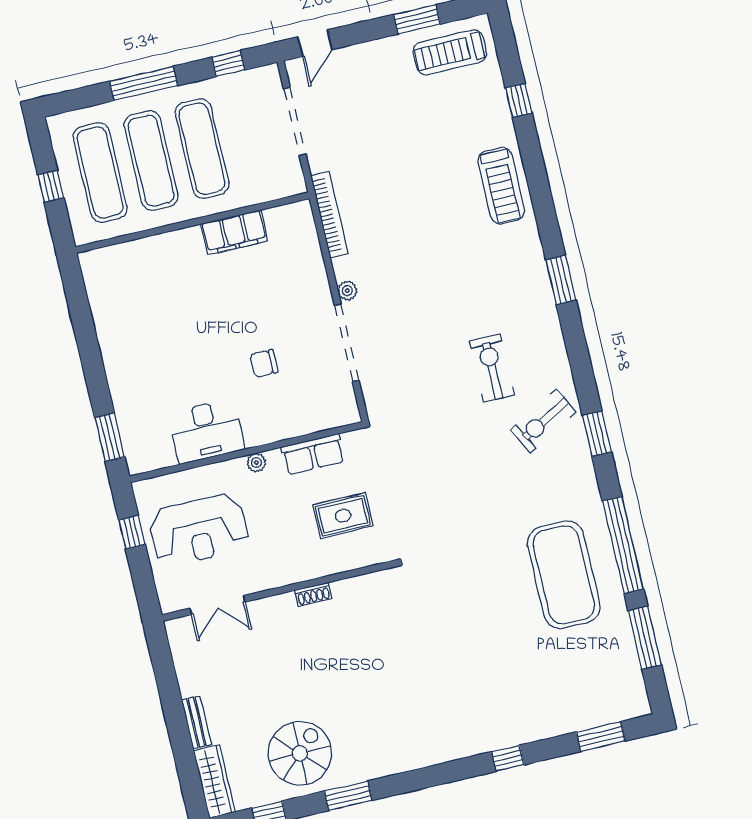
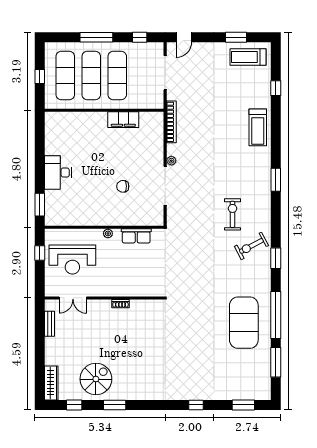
desk: (206, 431) -> (58, 173), moved, turned 90
rug: (343, 516) -> (144, 269), removed
bench: (196, 722) -> (49, 324), moved

